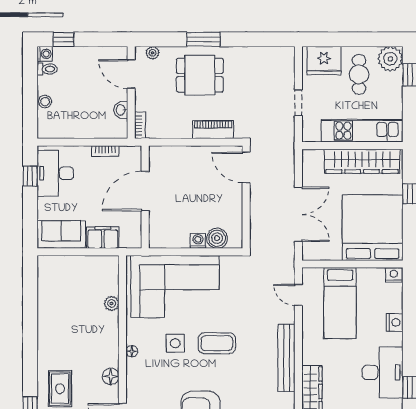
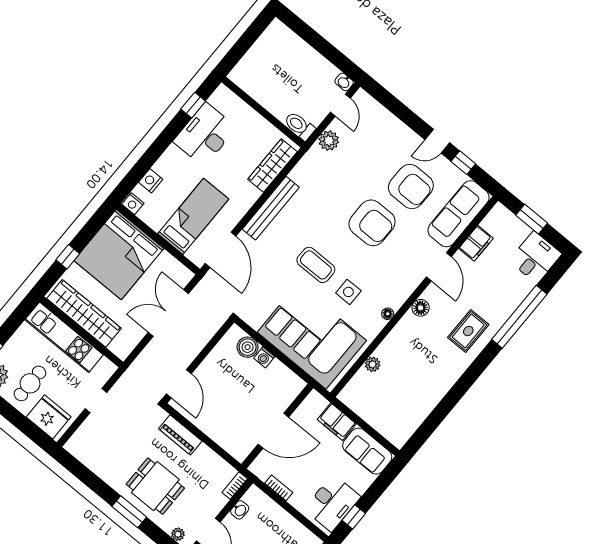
door: (298, 295) -> (221, 250), width x1.87
nightstand: (395, 322) -> (151, 181), moved

